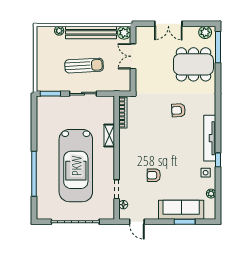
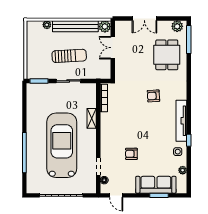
dining table: (193, 64) -> (167, 55), width x0.73
car: (76, 166) -> (62, 145), turned 180

